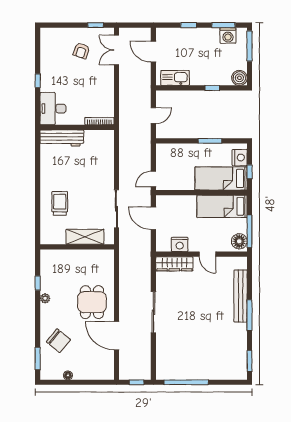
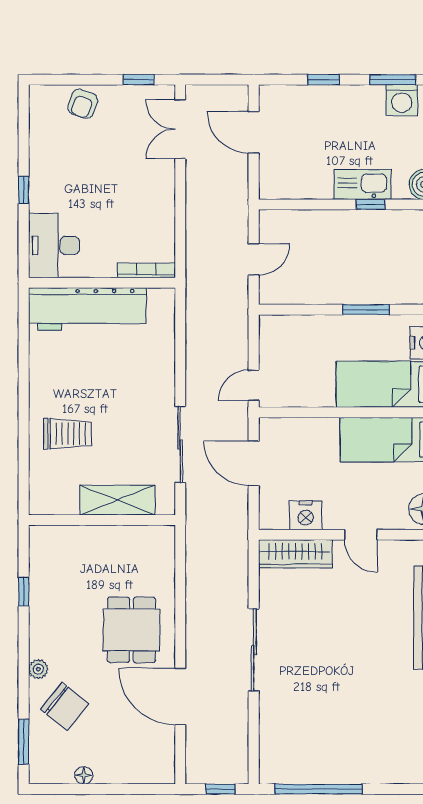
armchair: (81, 51) -> (83, 104), moved
kitchen sink: (175, 78) -> (363, 185), moved
workbench: (62, 138) -> (87, 309), width x1.36, depth x1.32
trolley: (60, 203) -> (68, 434), turned 90
plant: (45, 298) -> (38, 669), moved

